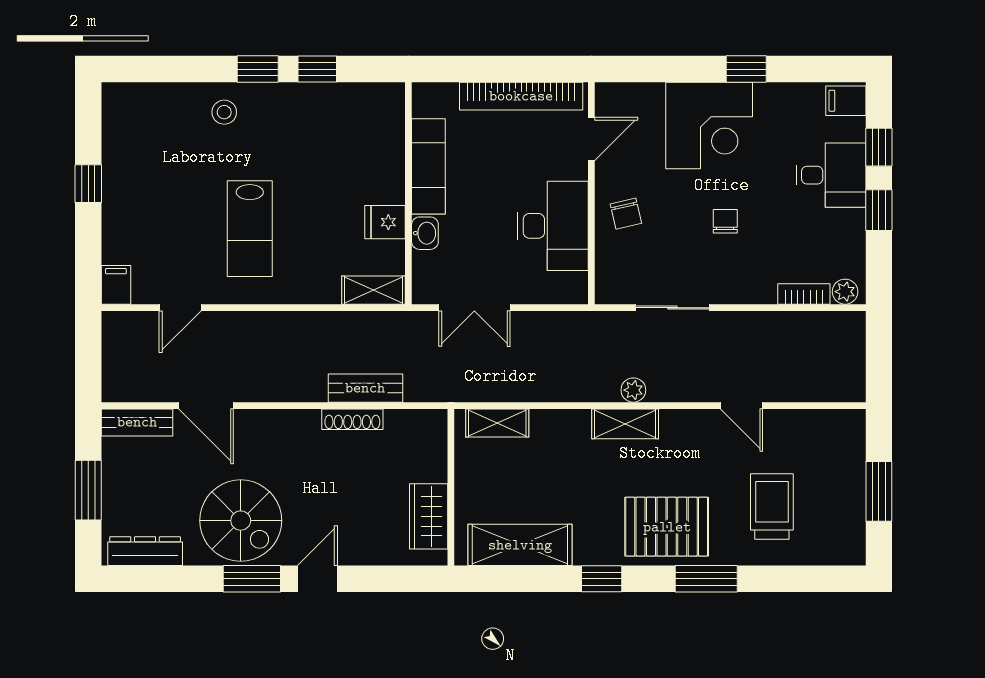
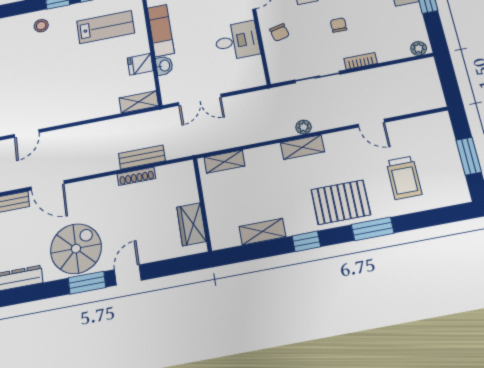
desk: (553, 226) -> (237, 41), width x0.73
lab bench: (250, 229) -> (106, 27), moved, turned -90
bookcase: (804, 294) -> (361, 61), moved
trolley: (772, 506) -> (404, 178), turned 180
spiral stairs: (241, 521) -> (76, 249), turned -90
shelving: (520, 545) -> (262, 232), width x0.67, depth x0.75

